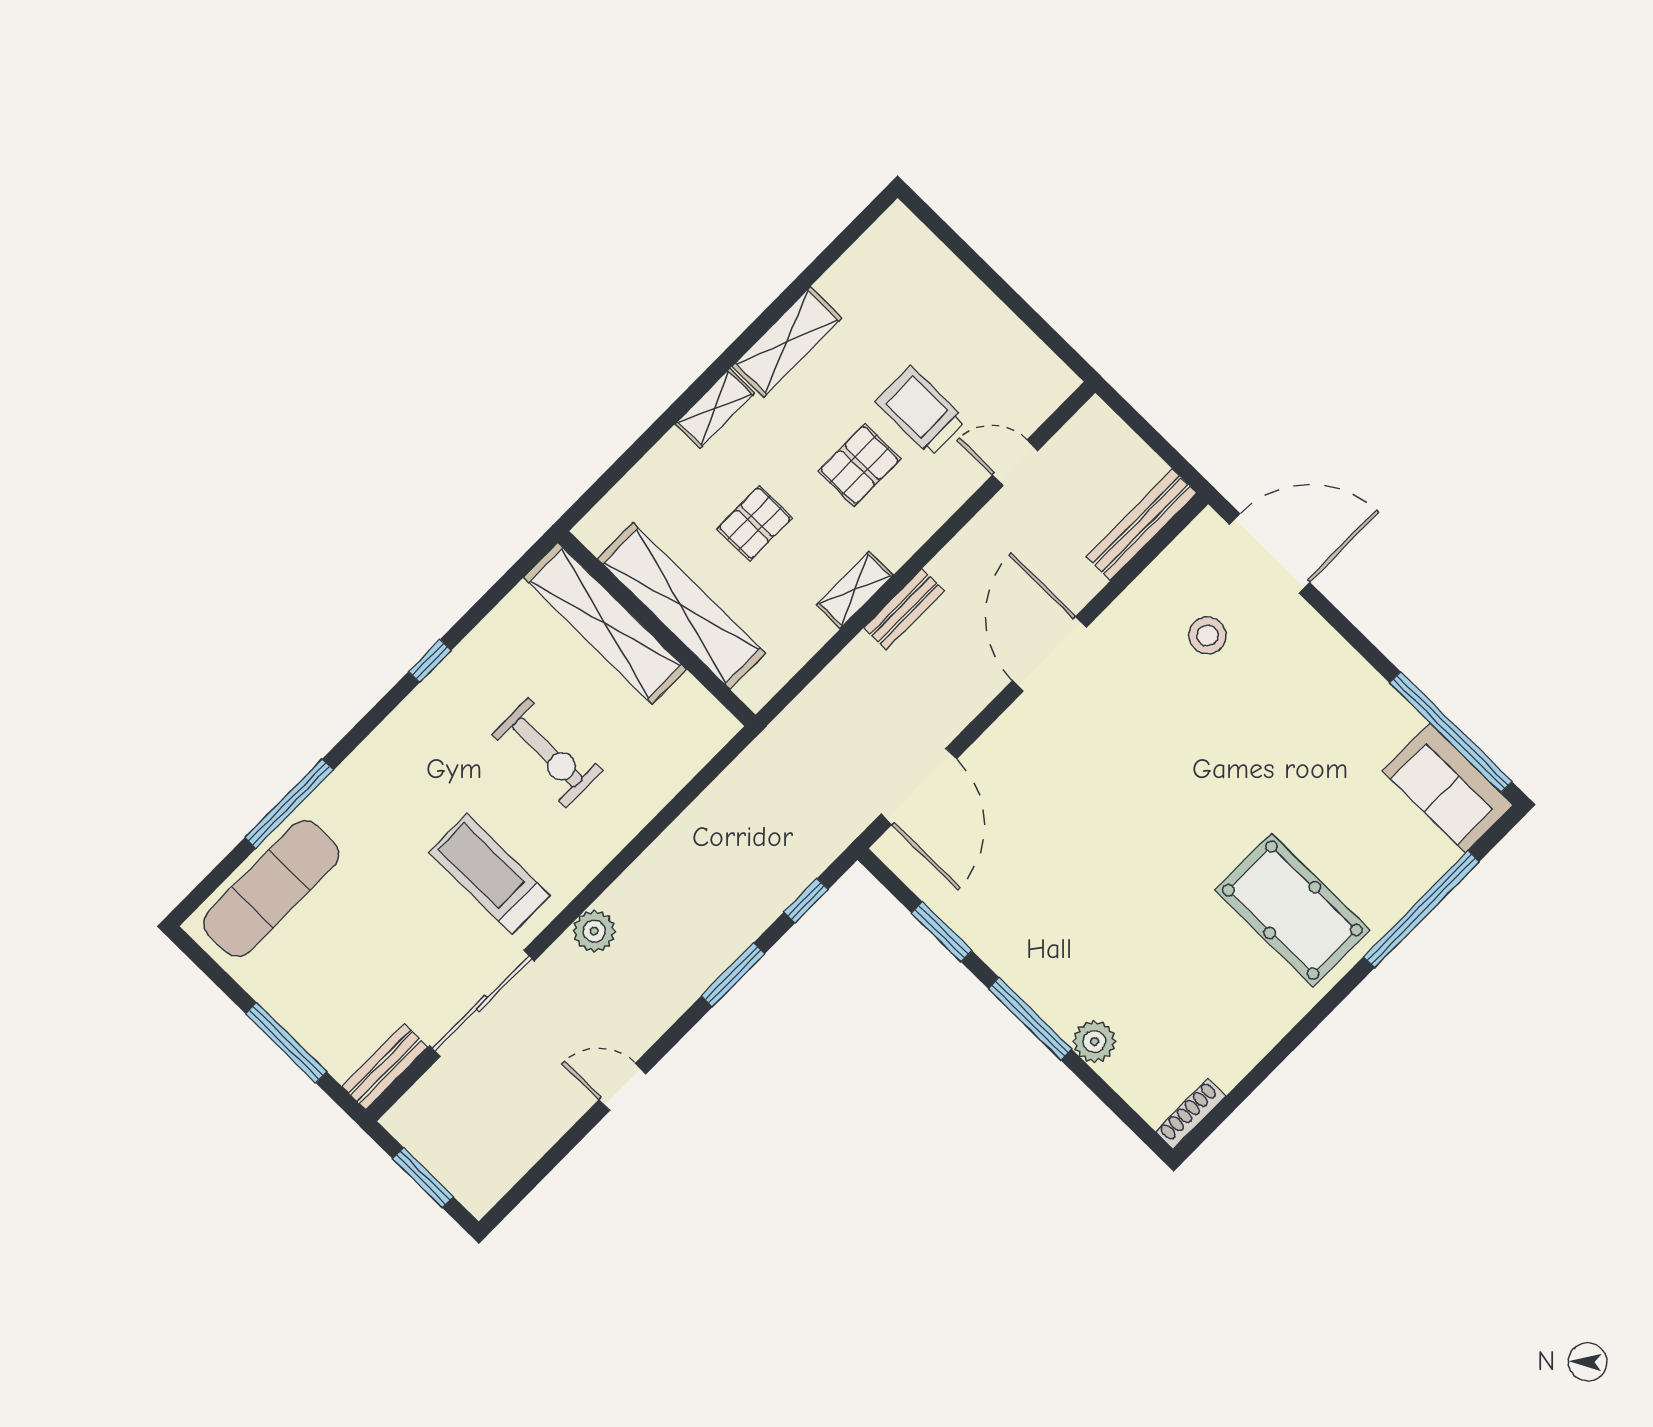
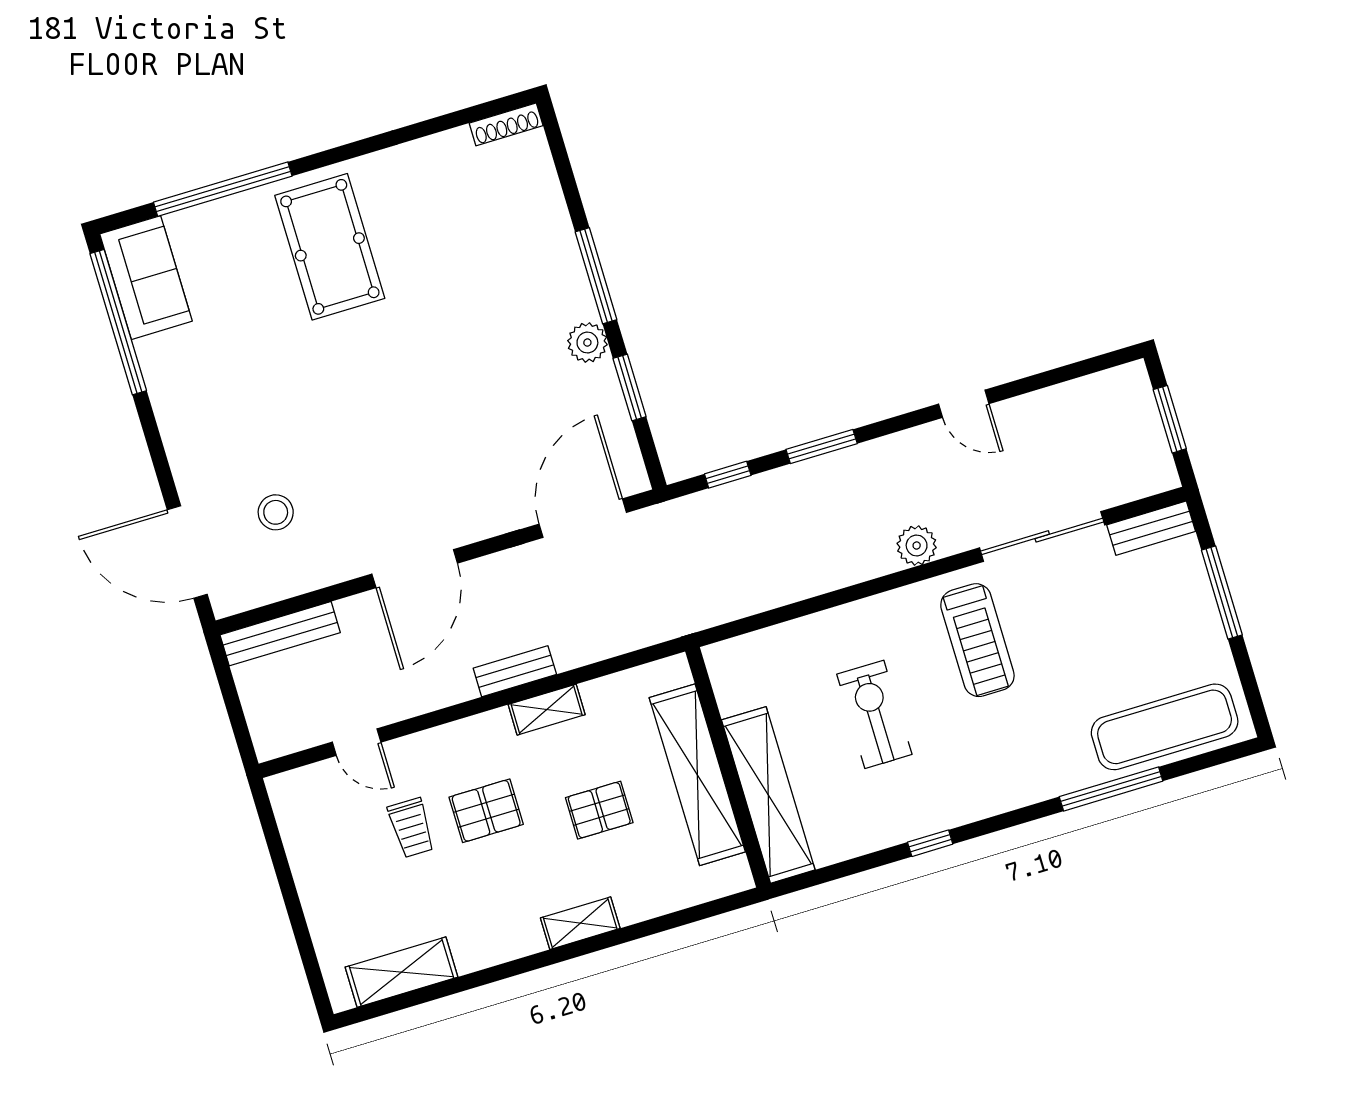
shelving: (787, 342) -> (401, 972), moved
trolley: (921, 411) -> (411, 828), width x0.73, depth x0.72
plant: (1094, 1042) -> (587, 343), moved

